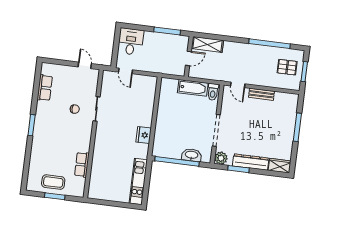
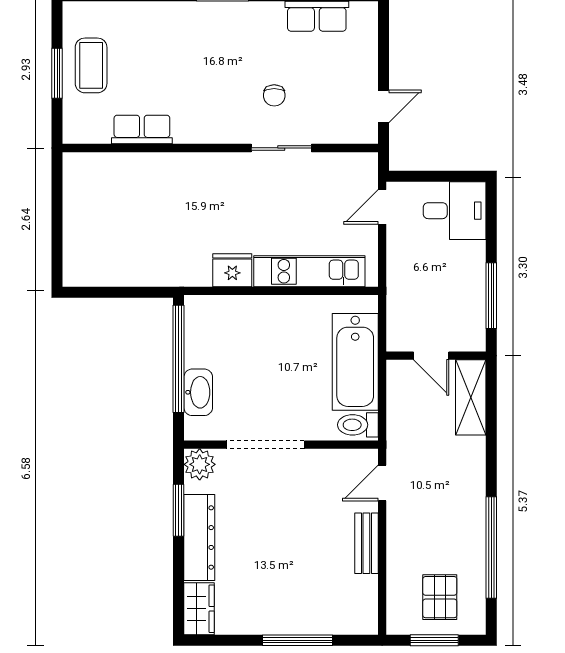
bathtub: (193, 88) -> (355, 362), width x1.36, depth x1.36
kitchen unit: (138, 182) -> (309, 271), moved

